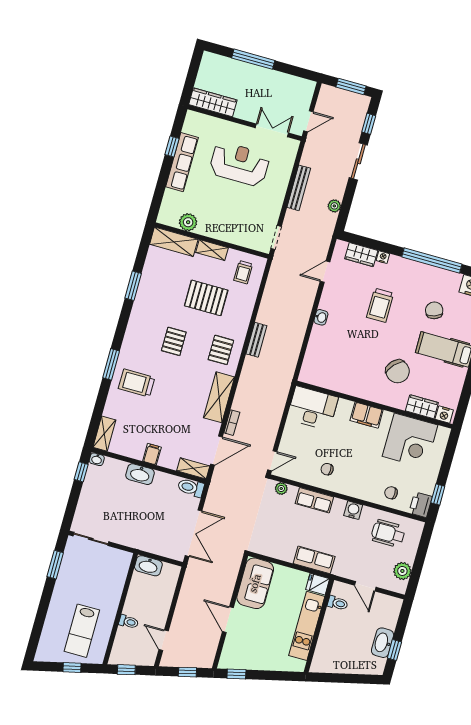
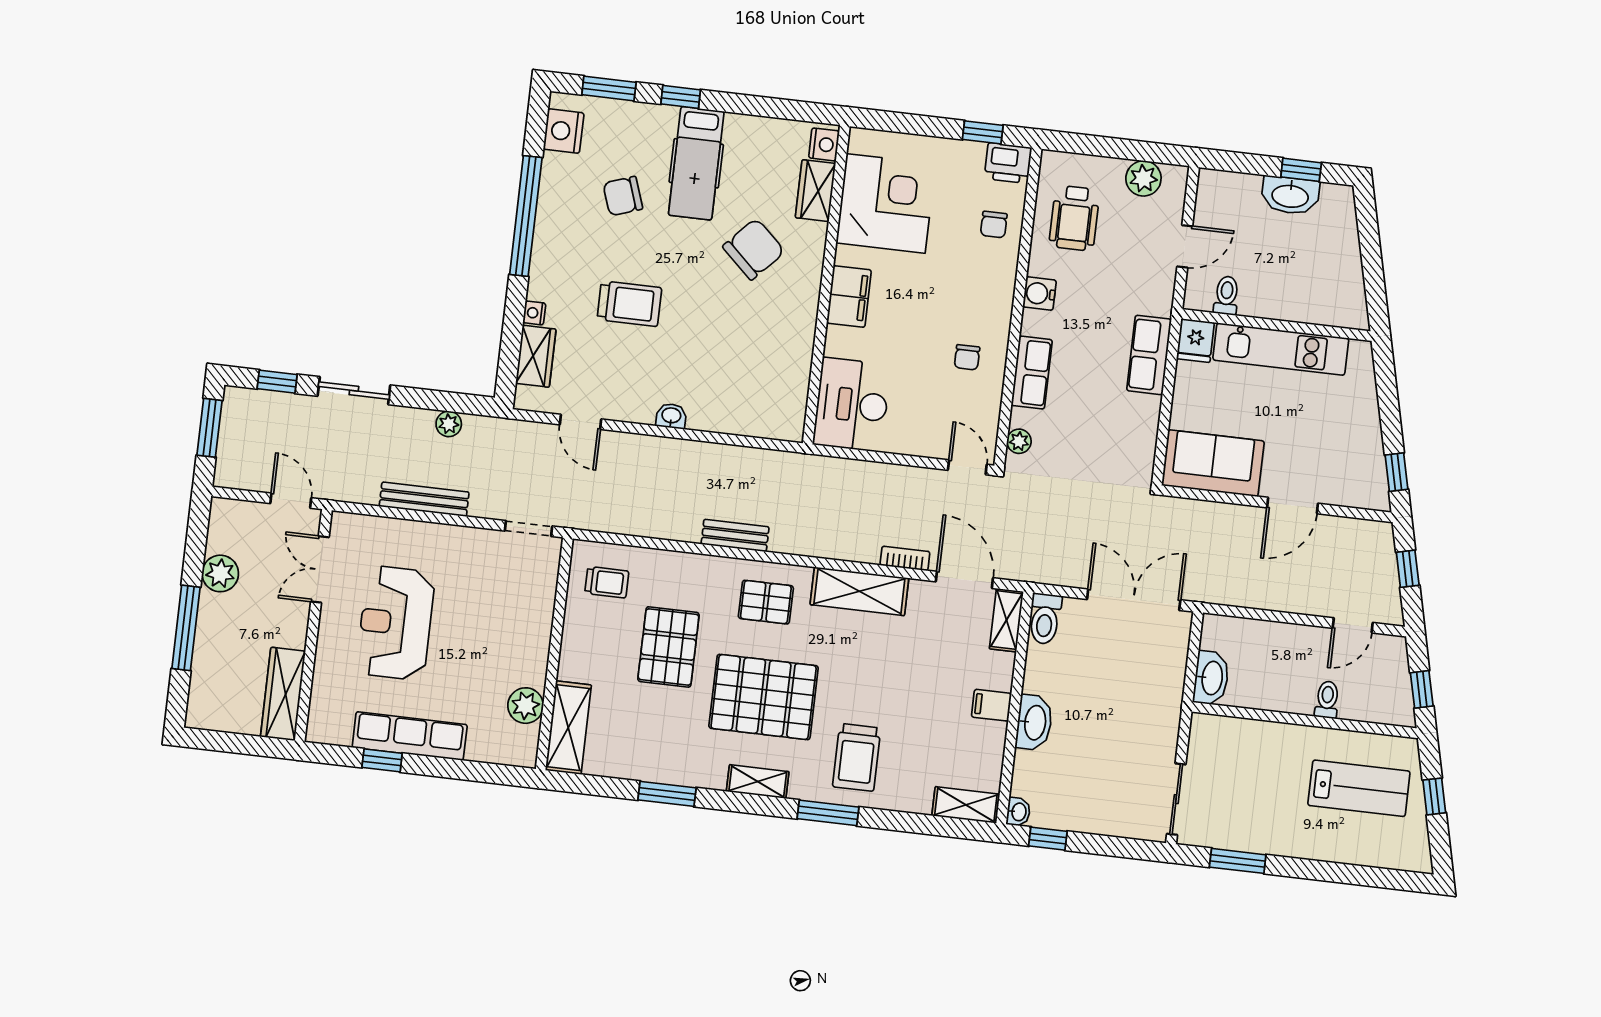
plant: (278, 80) -> (220, 573), added
shelving: (212, 250) -> (758, 782), moved, turned 90
pallet: (174, 341) -> (764, 697), width x2.05, depth x2.00

